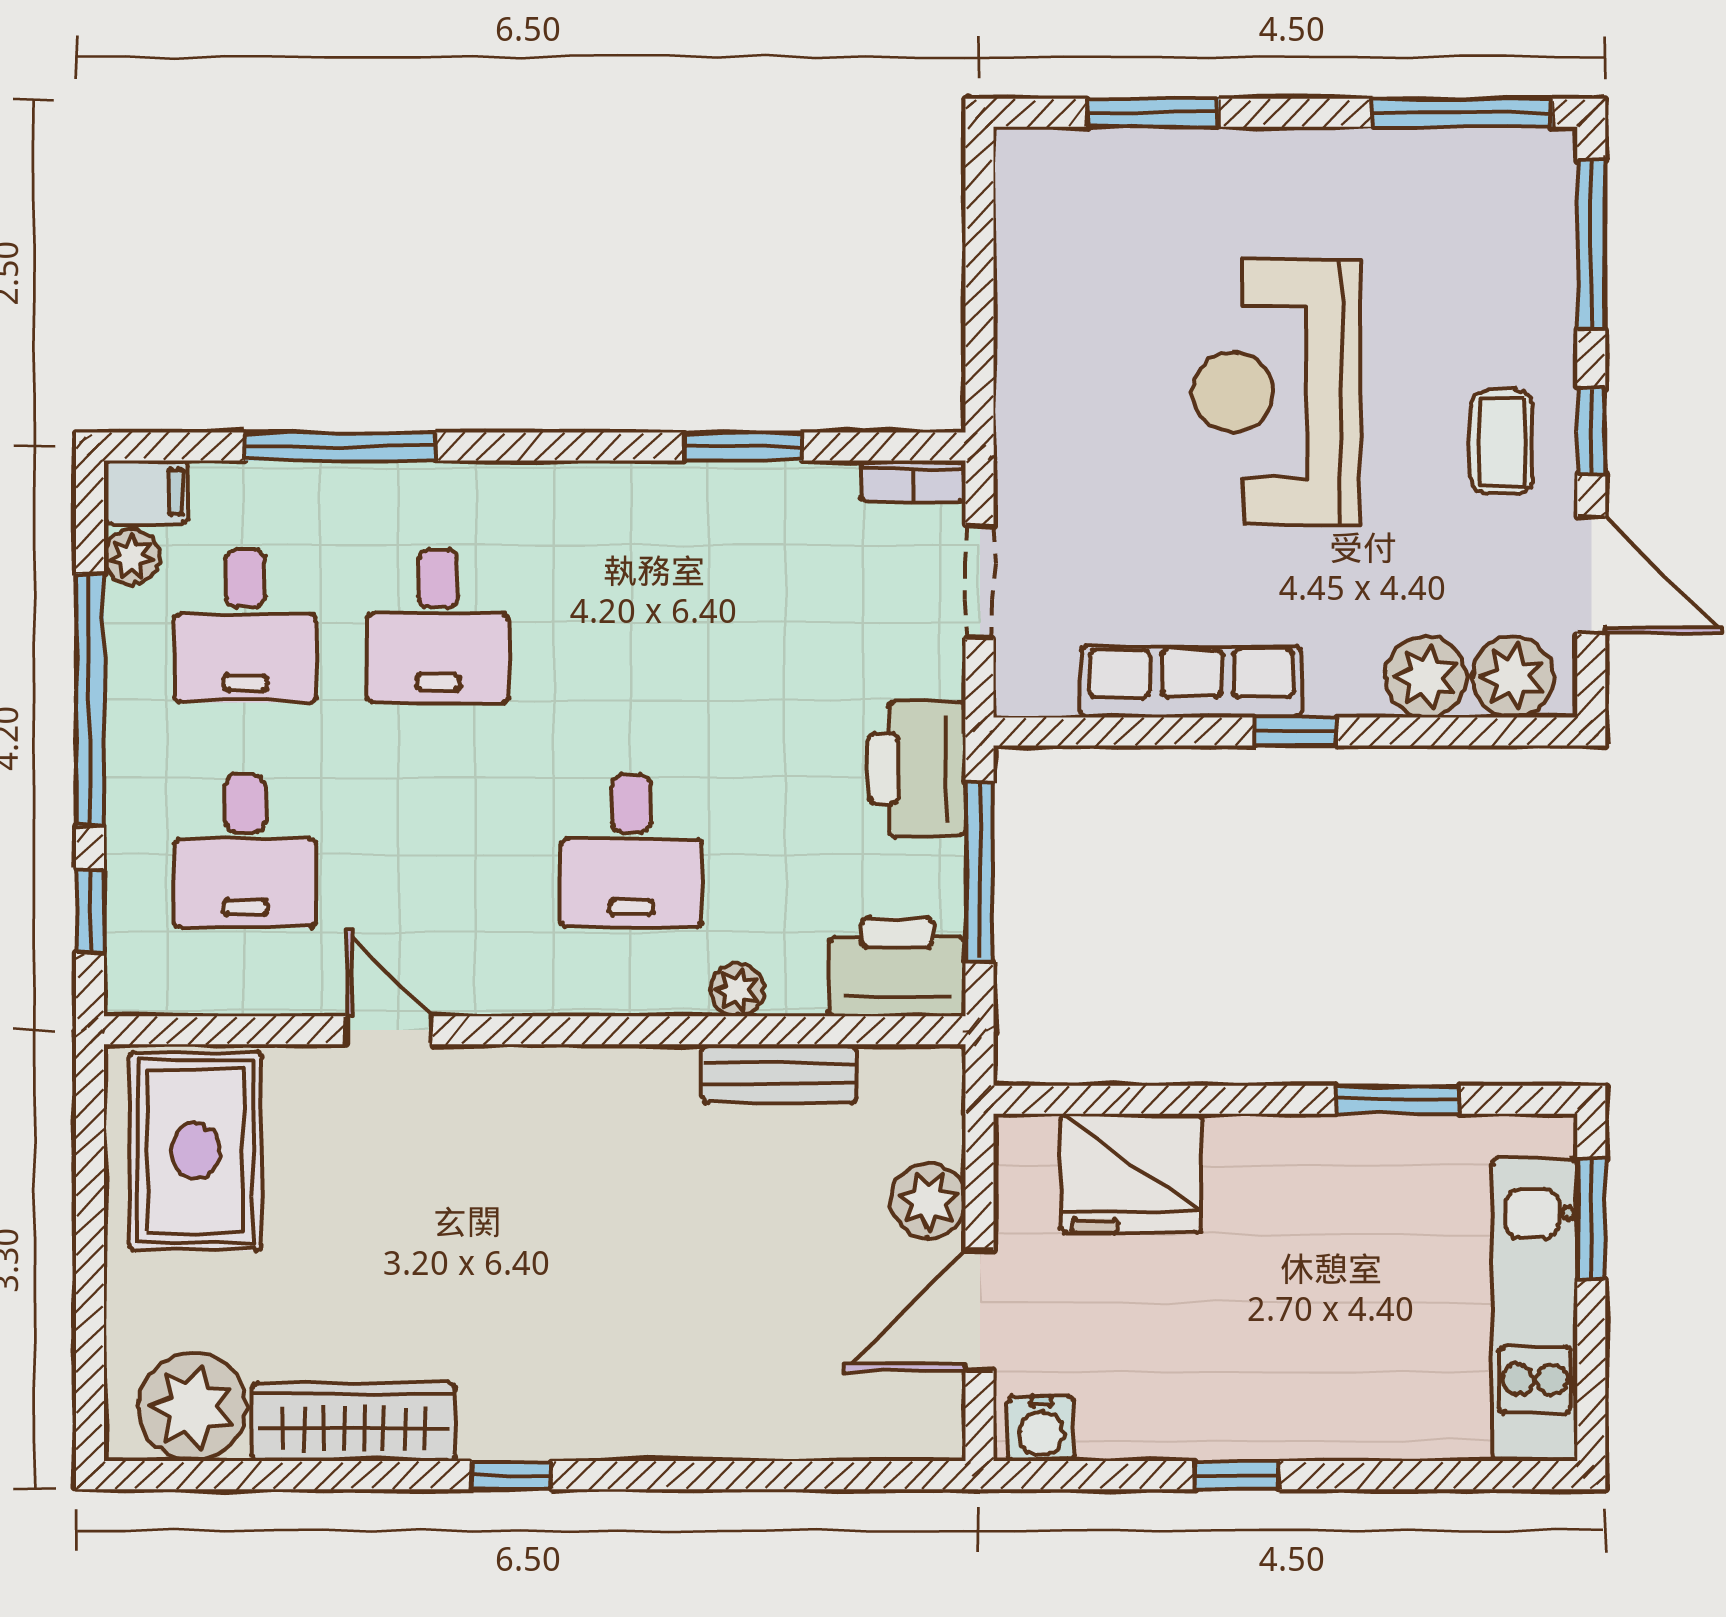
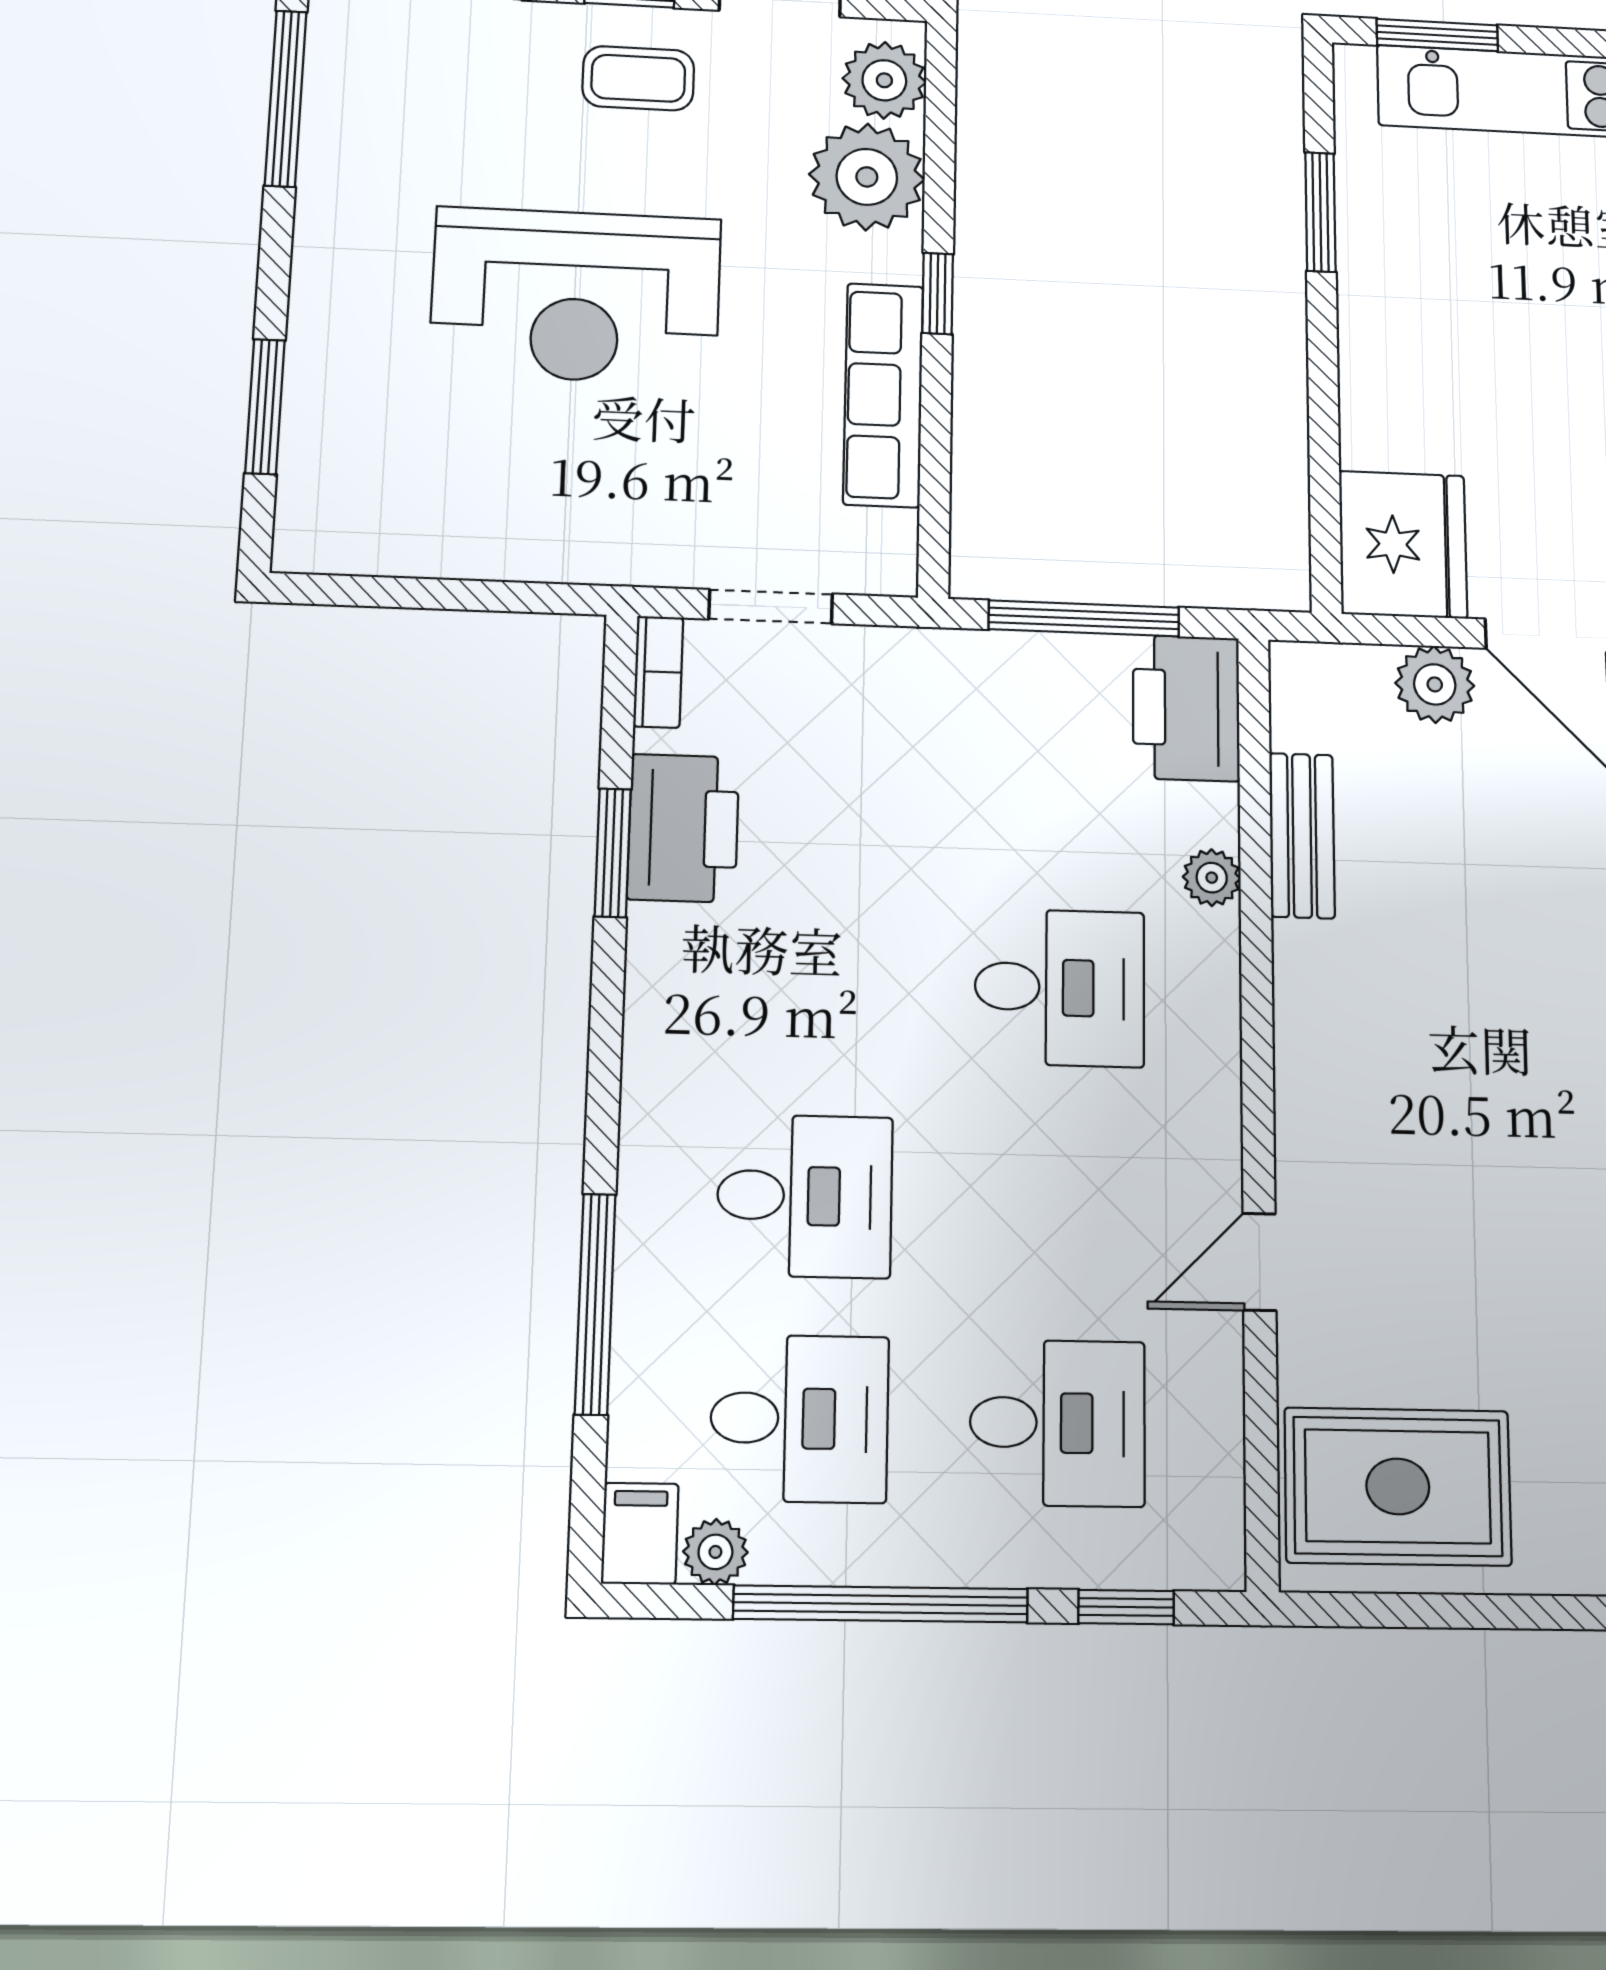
plant: (1426, 677) -> (867, 177), width x1.36, depth x1.36
printer: (917, 769) -> (683, 828), moved, turned -90
fridge: (1131, 1174) -> (1403, 545), moved

